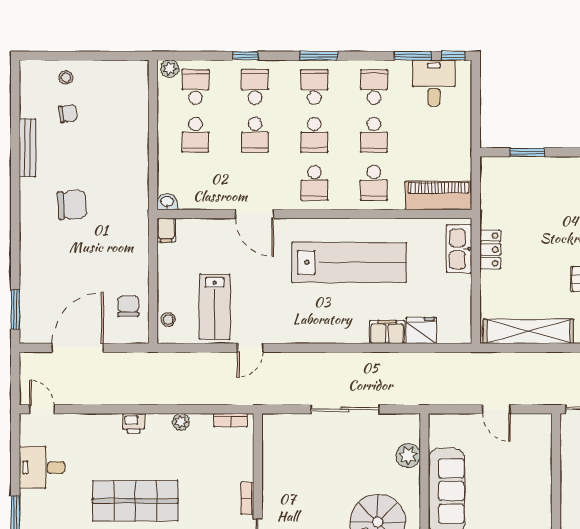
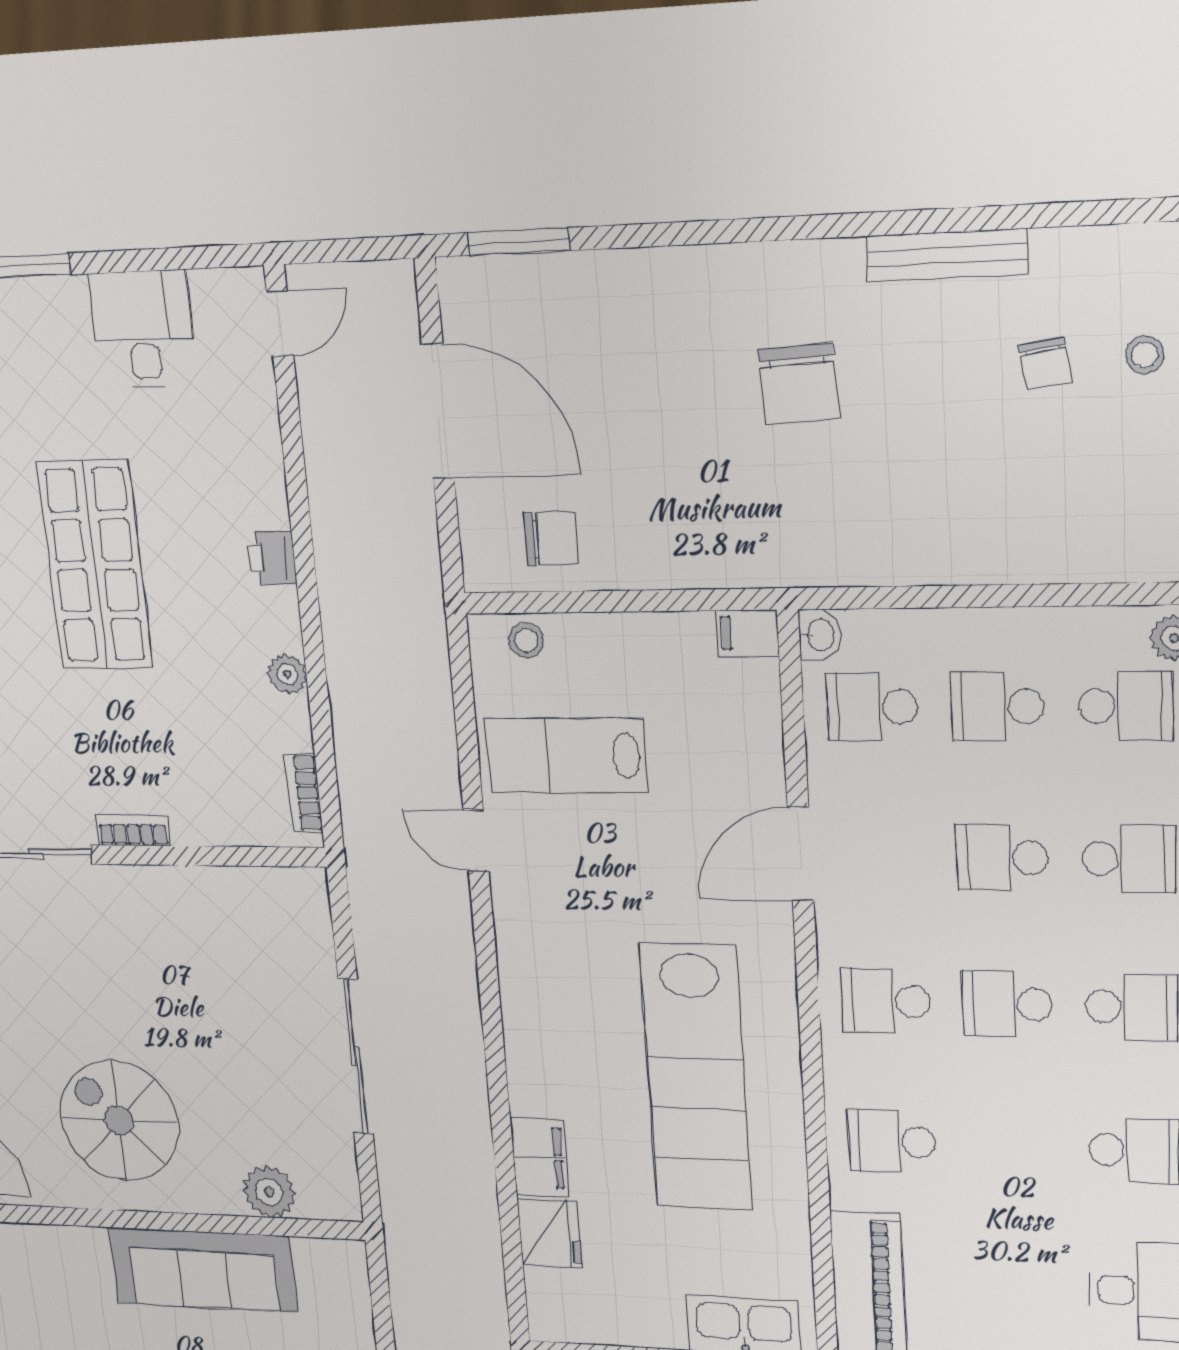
school desk: (374, 135) -> (872, 707), moved

